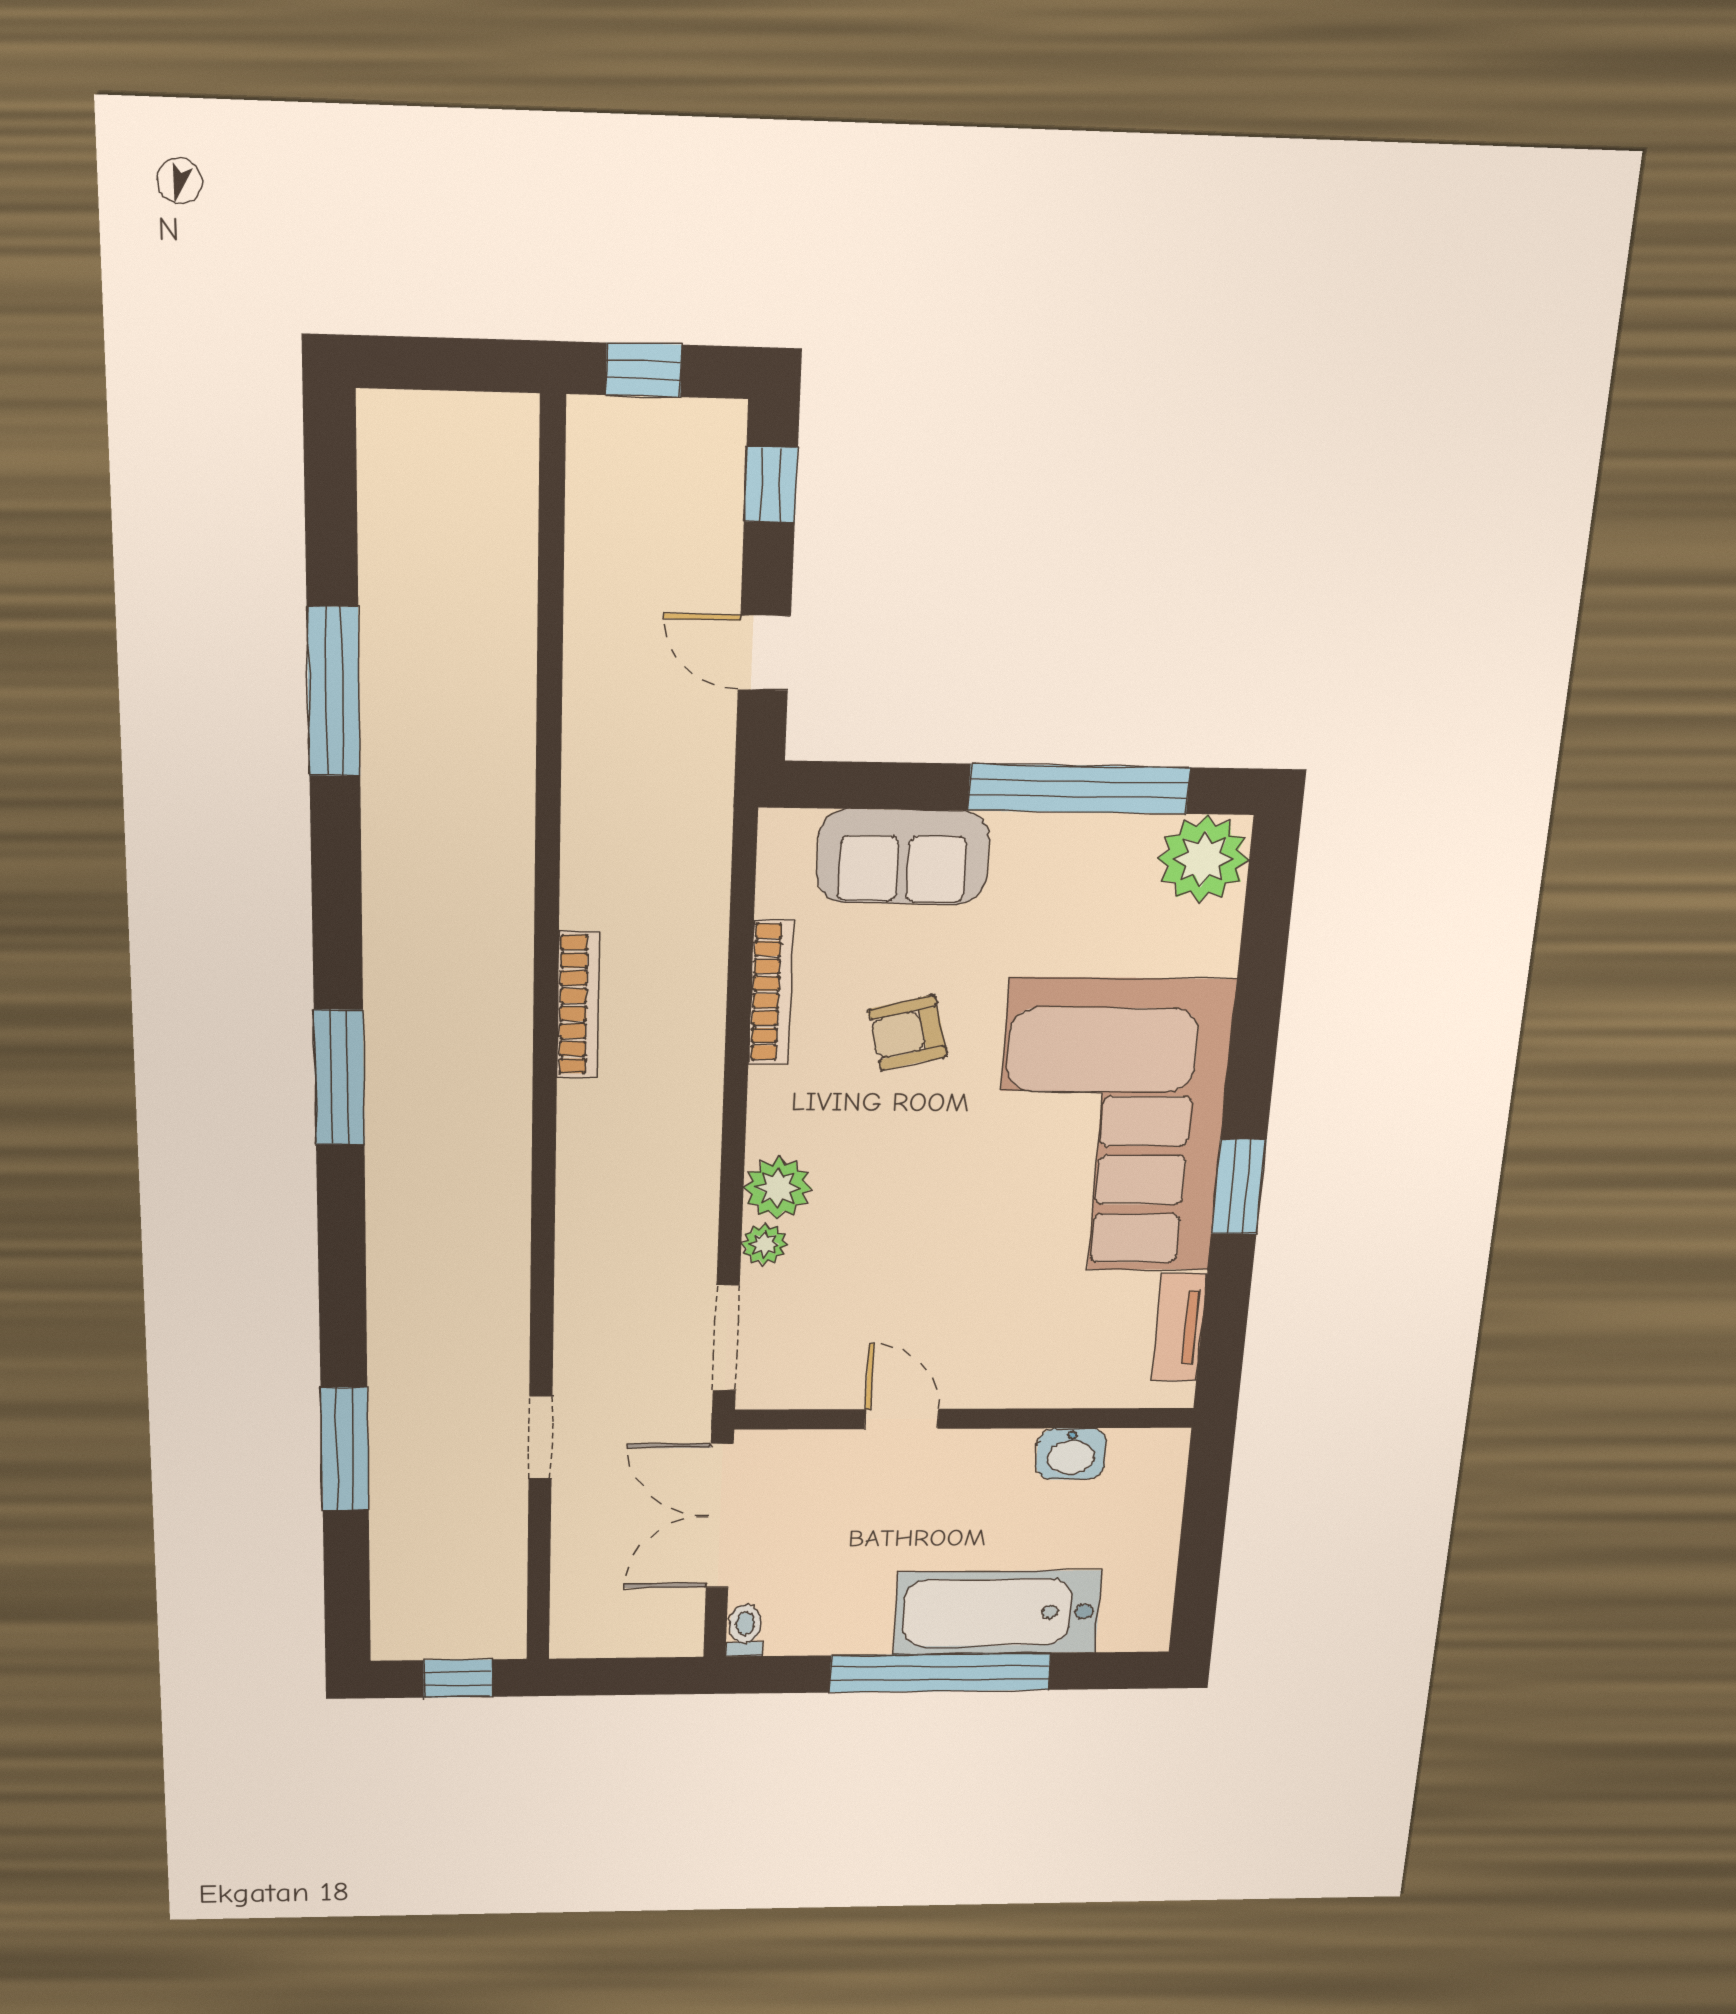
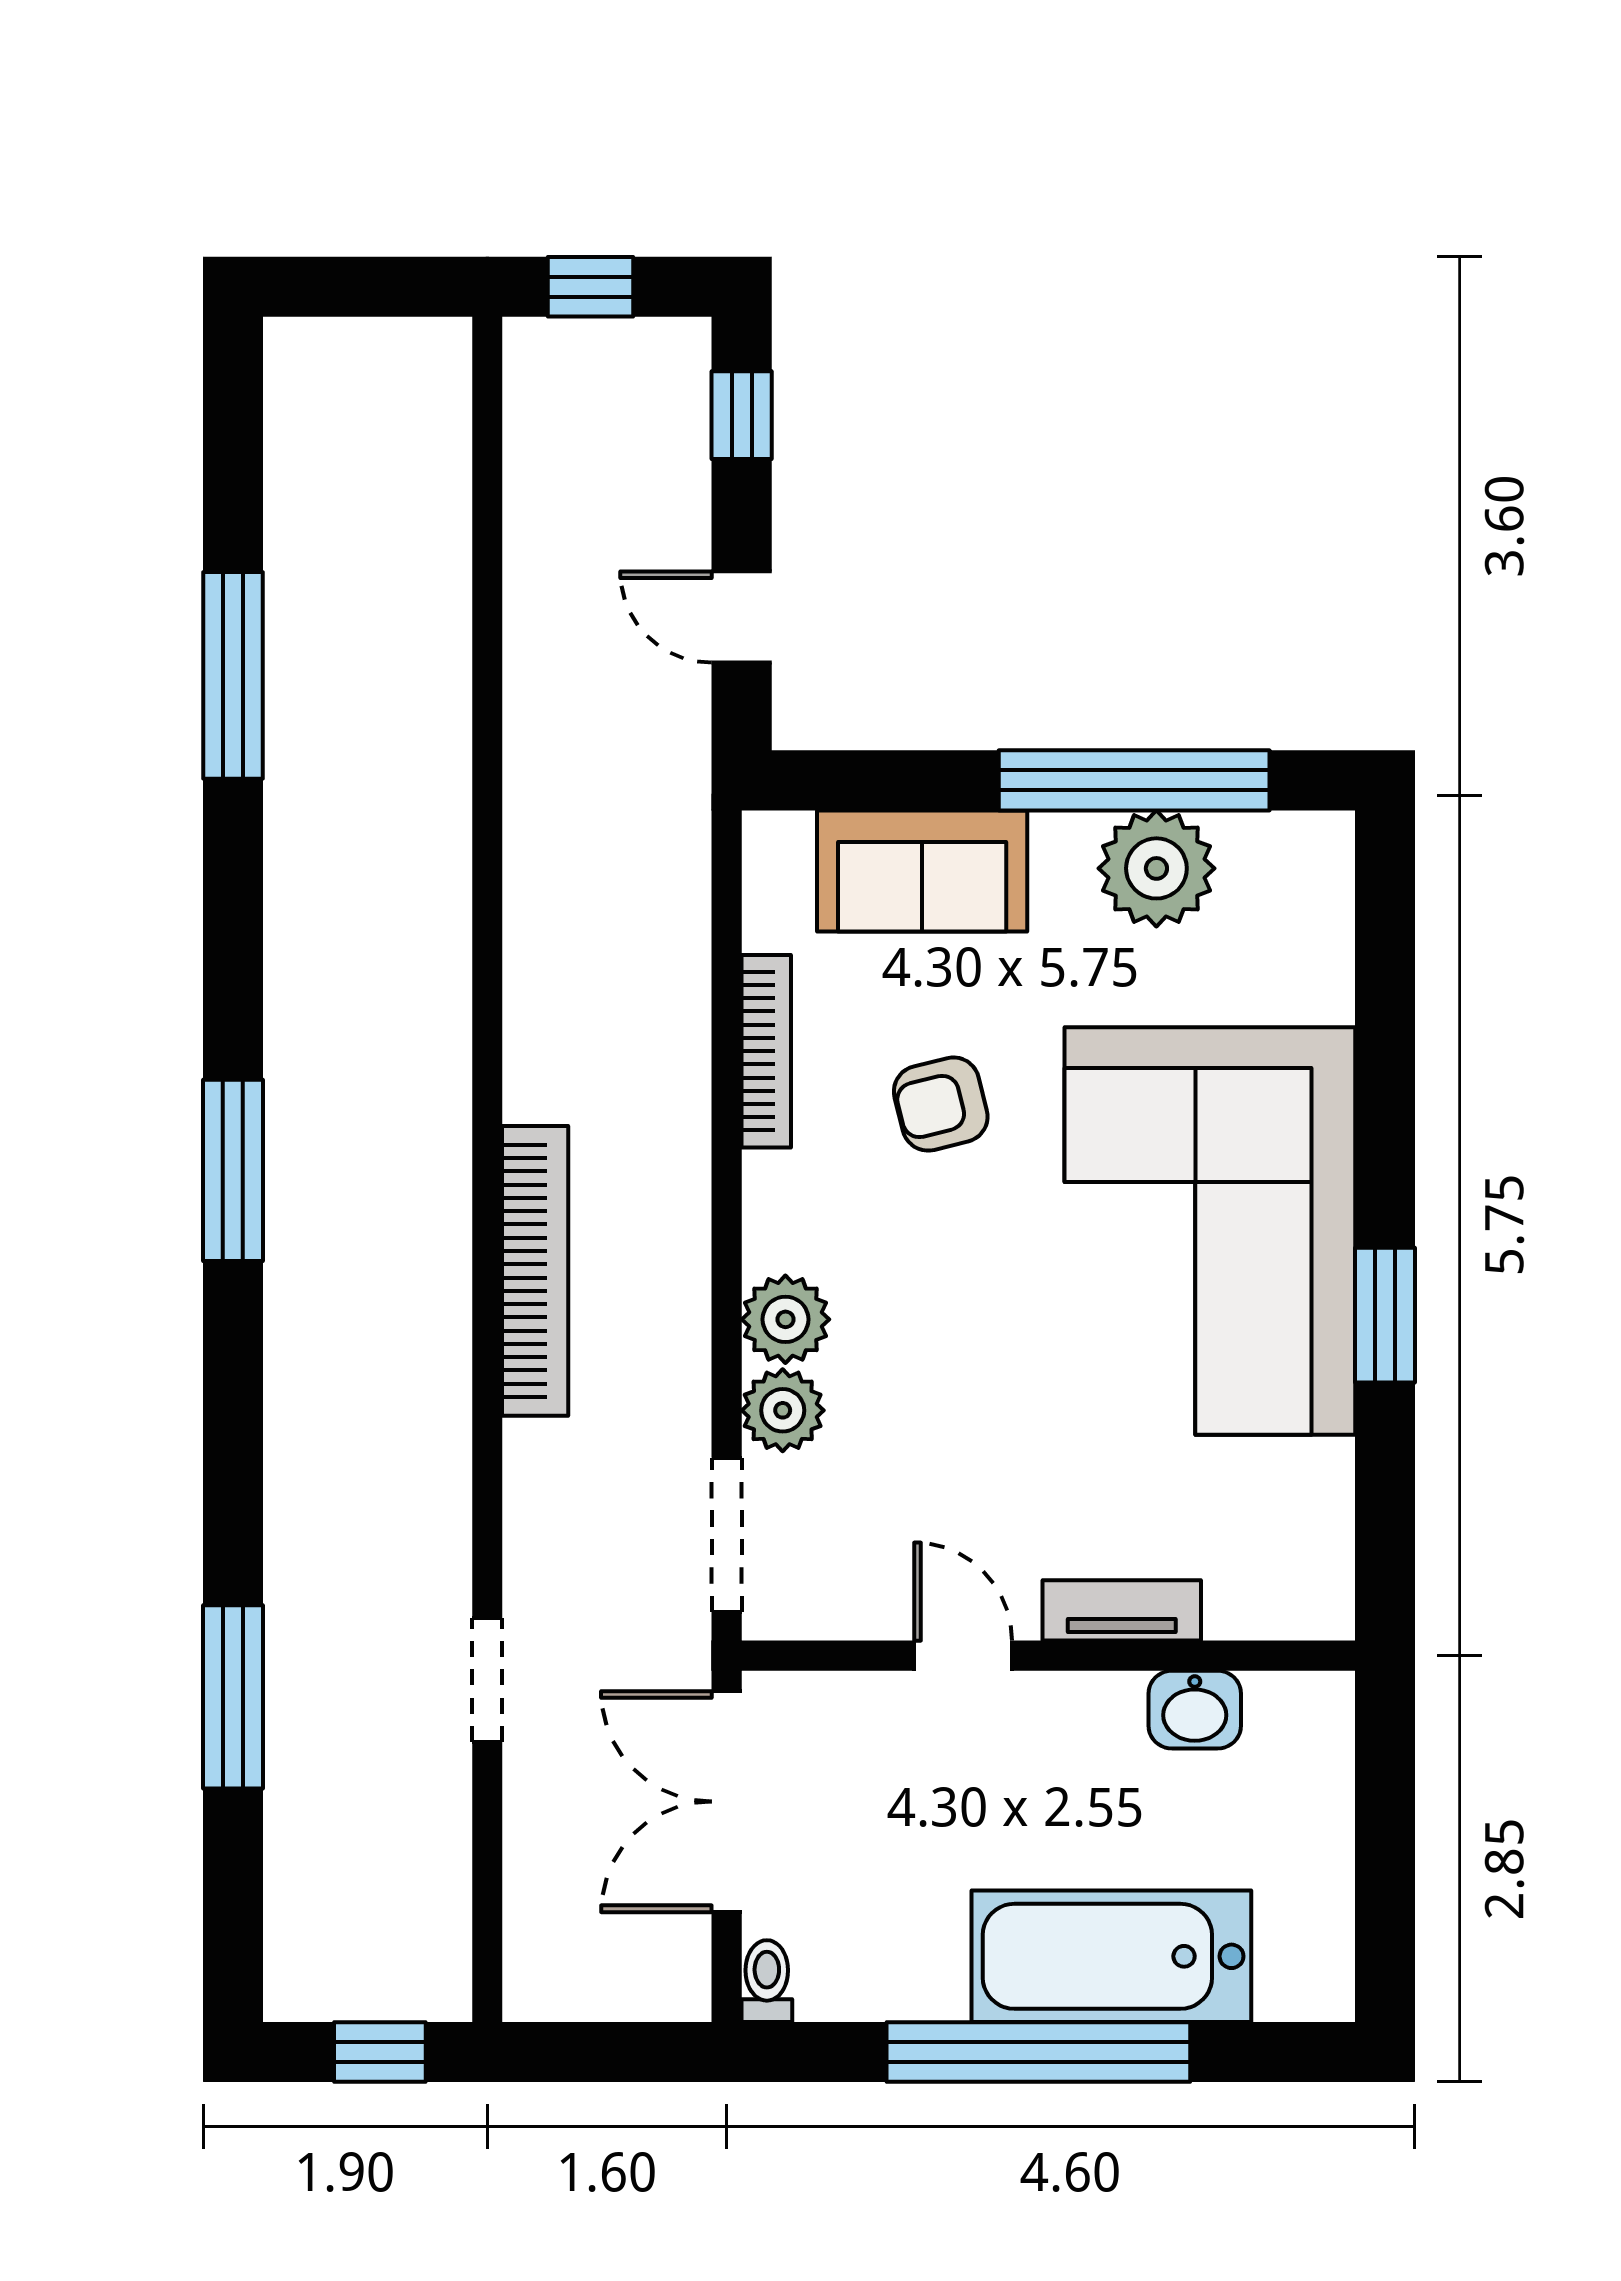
plant: (1203, 859) -> (1156, 868), moved
bookcase: (578, 1005) -> (535, 1271), moved, width x1.48, depth x1.31
plant: (764, 1244) -> (783, 1410), width x1.38, depth x1.38
tv unit: (1179, 1327) -> (1122, 1610), moved, turned 90

